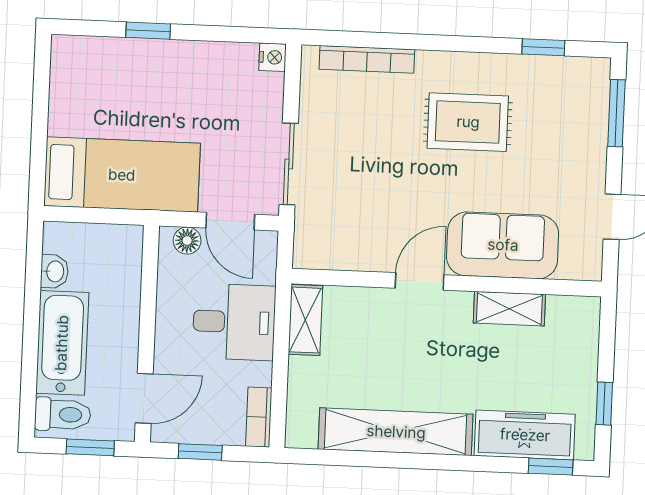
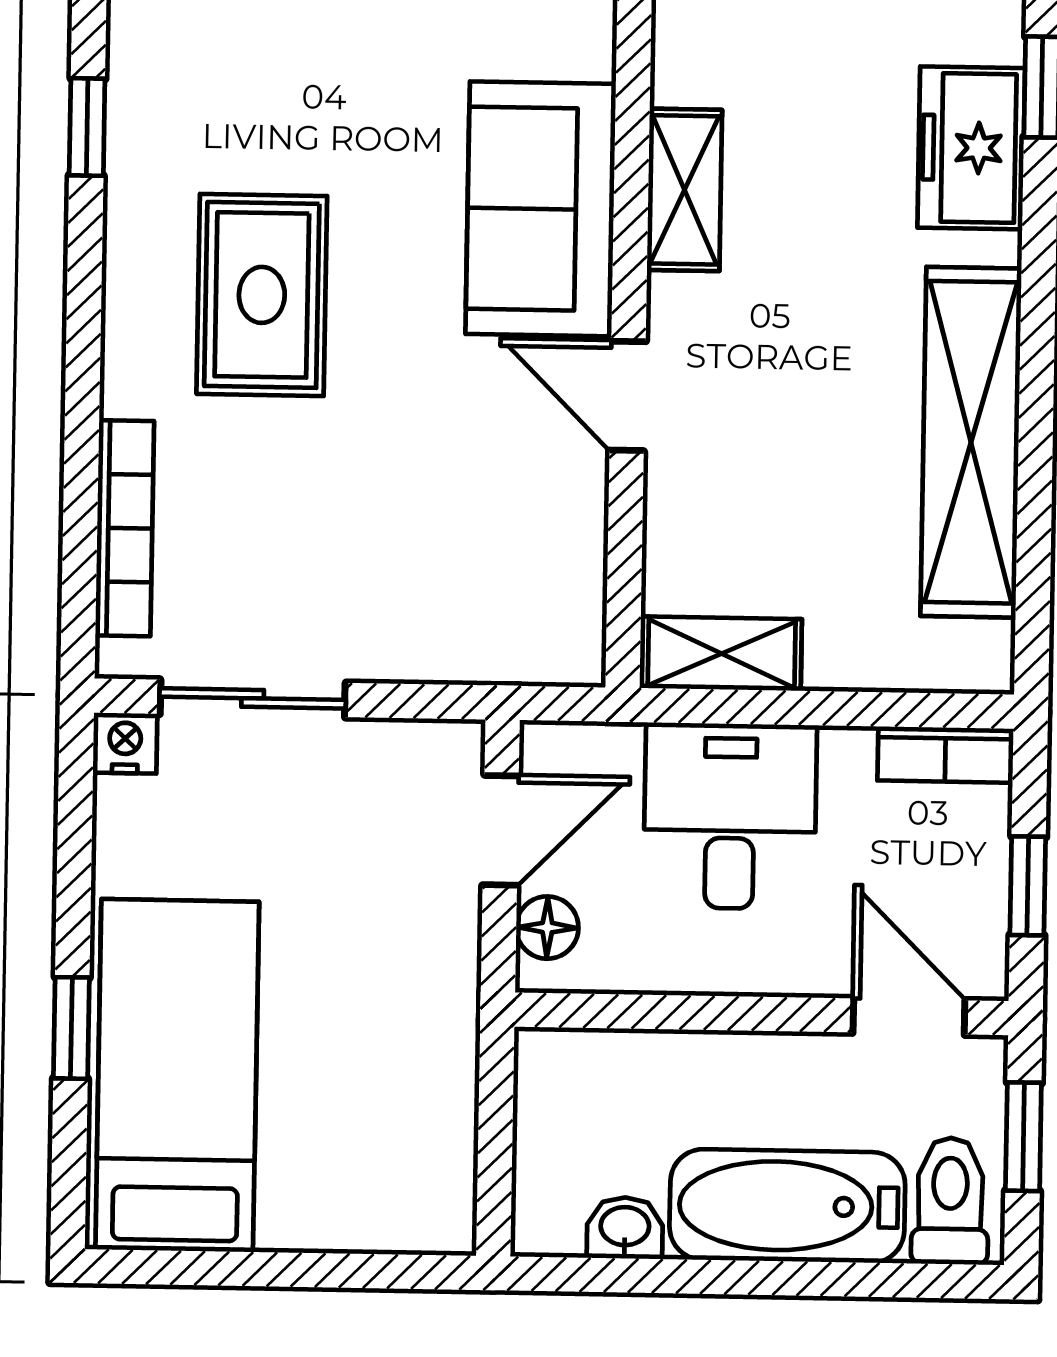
sliding door: (289, 164) -> (253, 698), moved
bed: (122, 175) -> (177, 1076), moved
freezer: (525, 435) -> (971, 148), width x0.71

